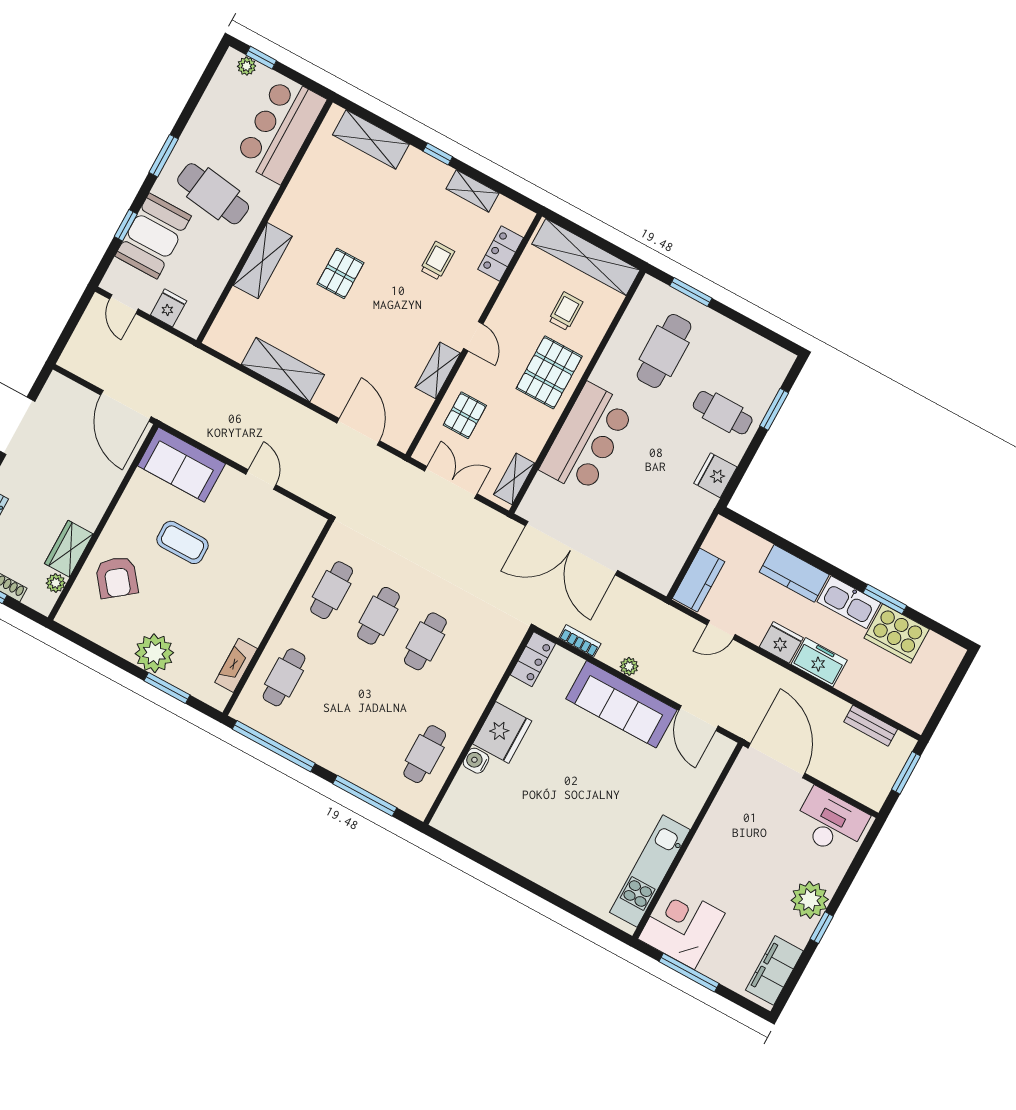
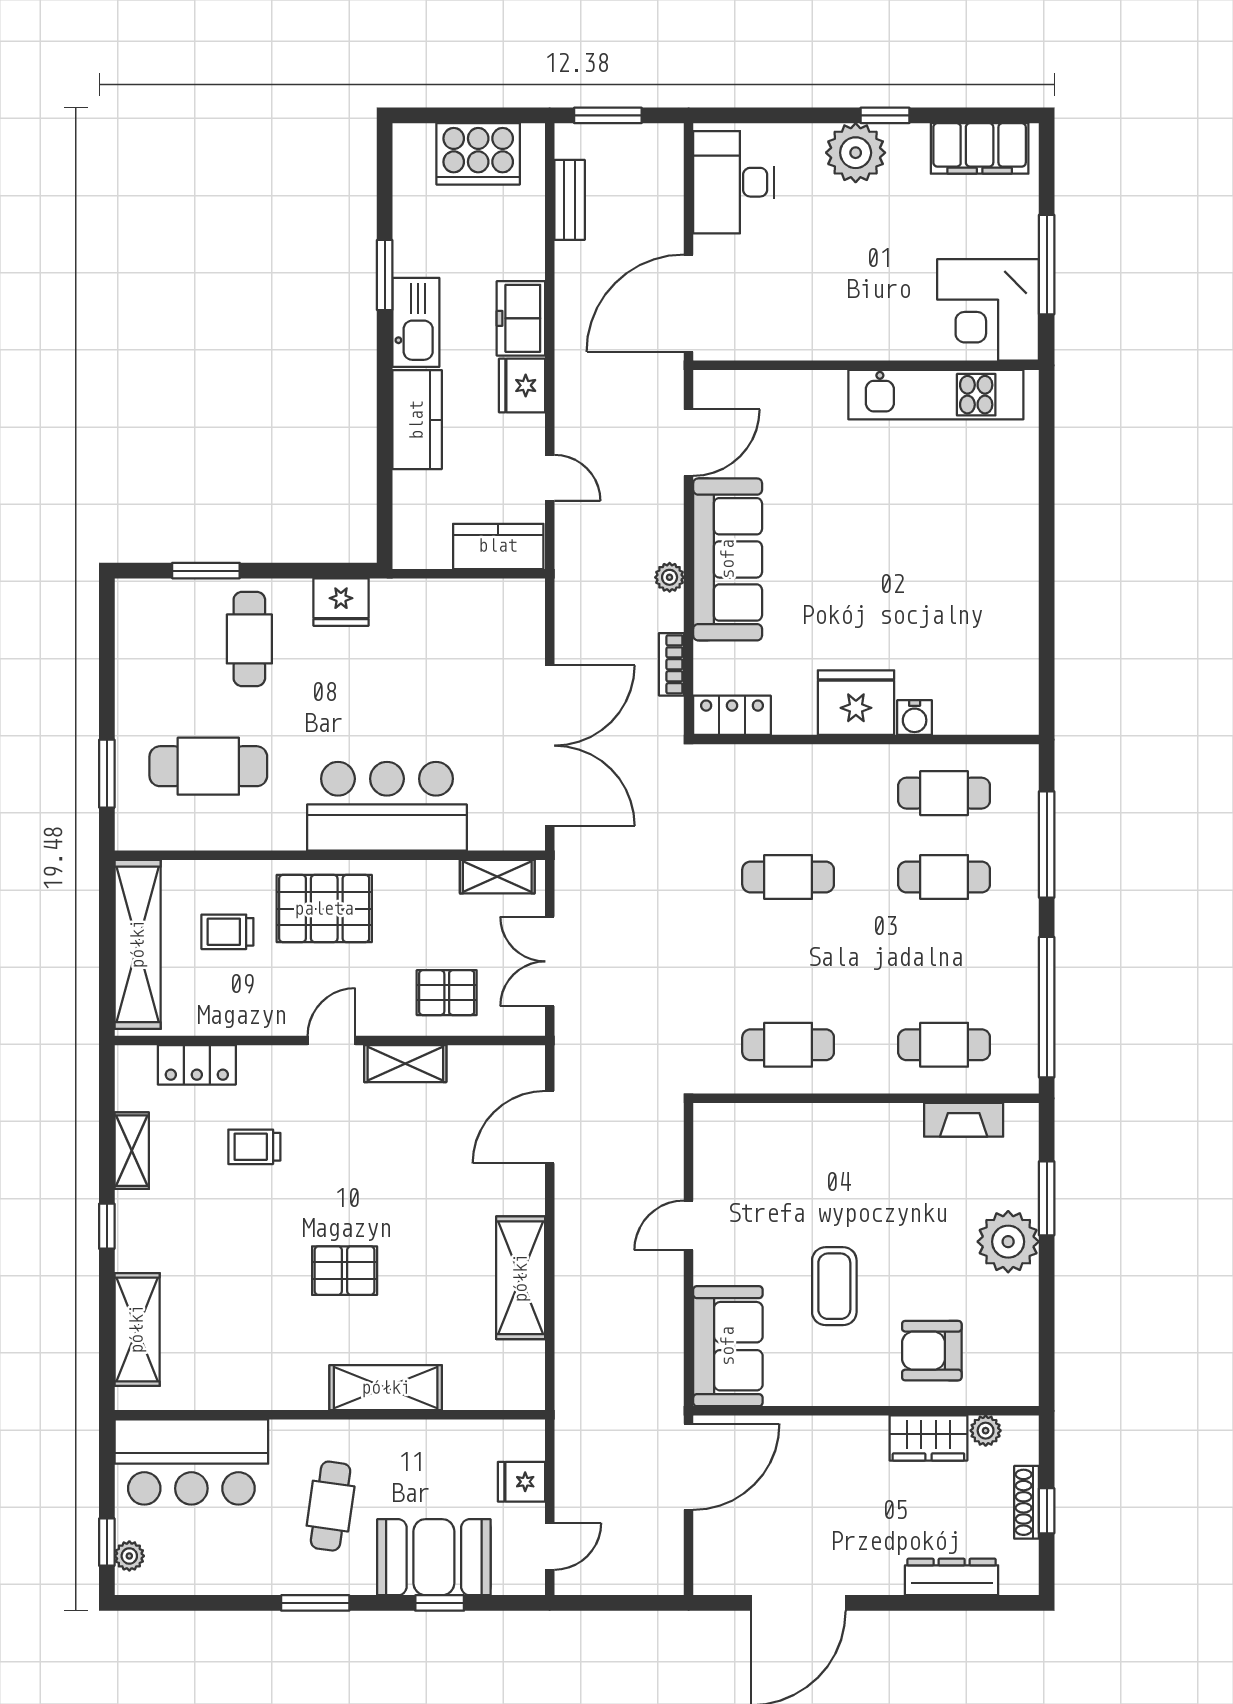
cafe table: (213, 194) -> (331, 1506), width x0.73, depth x0.74
armchair: (117, 577) -> (932, 1351), turned -142
cafe table: (378, 616) -> (944, 877), moved
cooker: (897, 634) -> (478, 154), moved, turned 90

